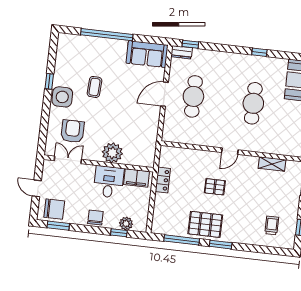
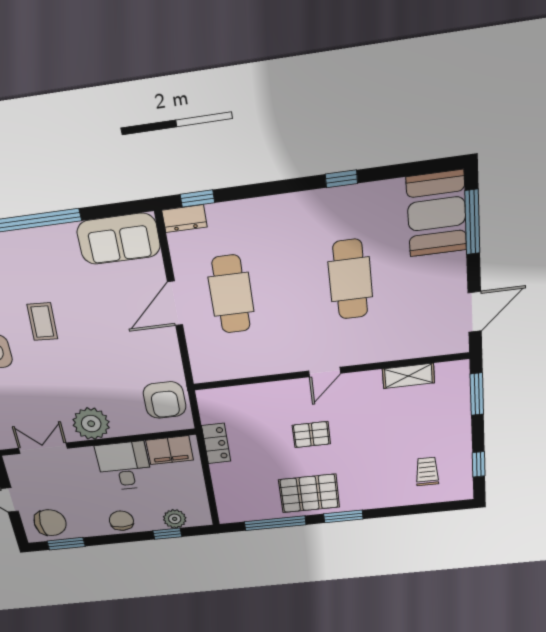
armchair: (73, 131) -> (165, 400), moved, turned 180
plant: (112, 153) -> (91, 424), moved

